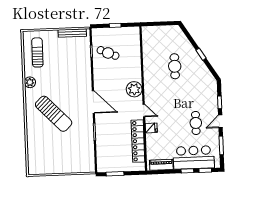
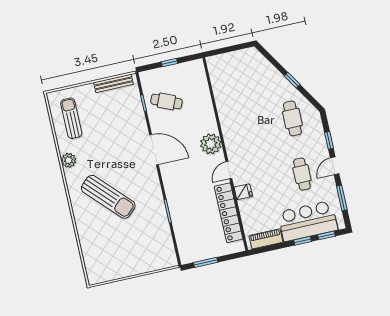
cafe table: (175, 66) -> (292, 118), moved
door: (93, 102) -> (154, 150), moved
door: (144, 110) -> (229, 170), swing flipped

